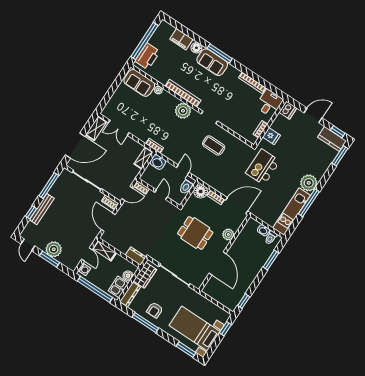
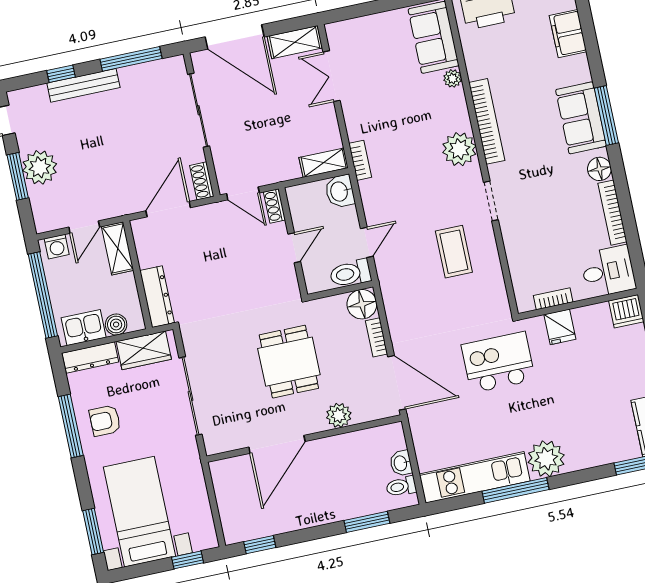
floor lamp: (196, 48) -> (599, 169), moved
dresser: (136, 256) -> (157, 297), width x1.44

